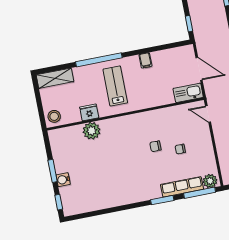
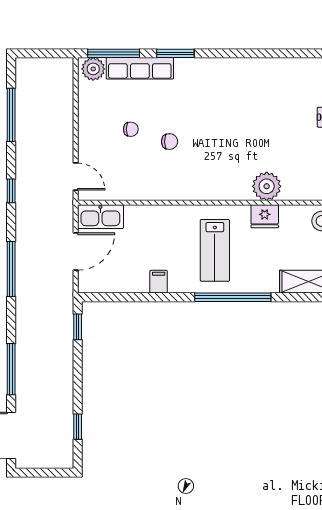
door: (199, 69) -> (76, 252), swing flipped

